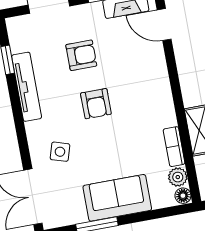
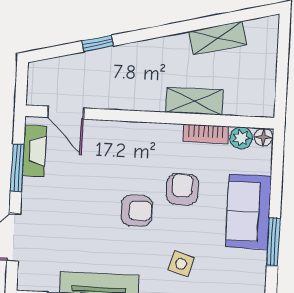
door: (164, 25) -> (66, 113), hinge flipped
armchair: (81, 55) -> (182, 189), moved

